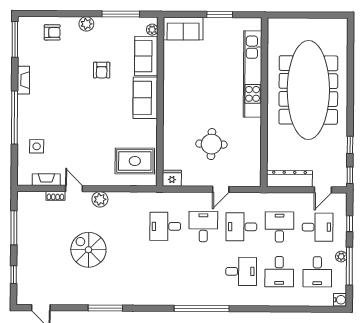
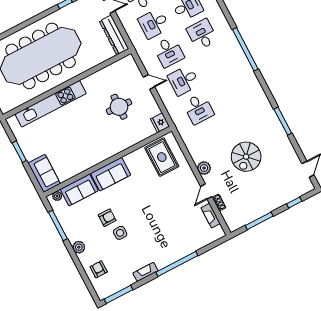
side table: (37, 146) -> (120, 233), moved

